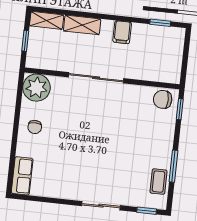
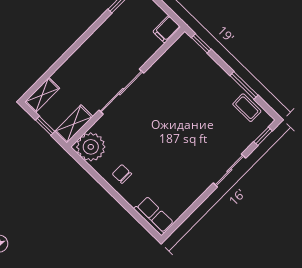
shelving: (82, 25) -> (74, 124), moved
filing cabinet: (122, 32) -> (167, 29), moved, turned 90
chair: (163, 99) -> (182, 51), removed
chair: (35, 127) -> (122, 174), turned 180

